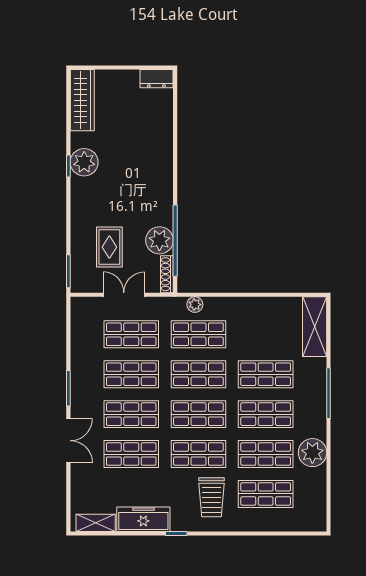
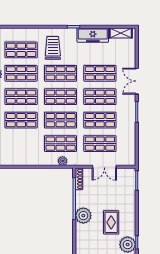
plant: (159, 240) -> (83, 216), moved
rug: (109, 247) -> (111, 222), moved

